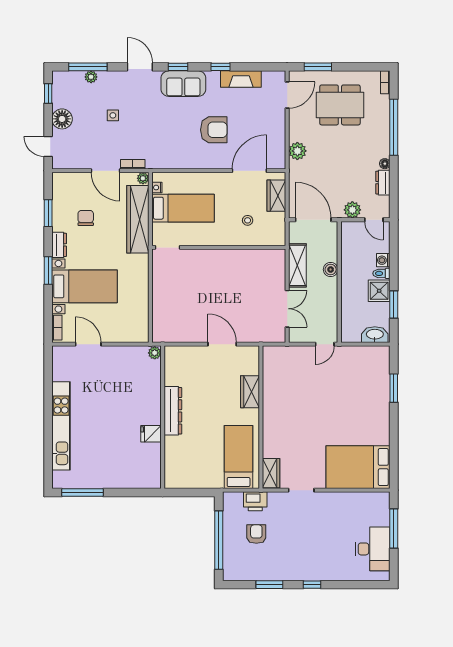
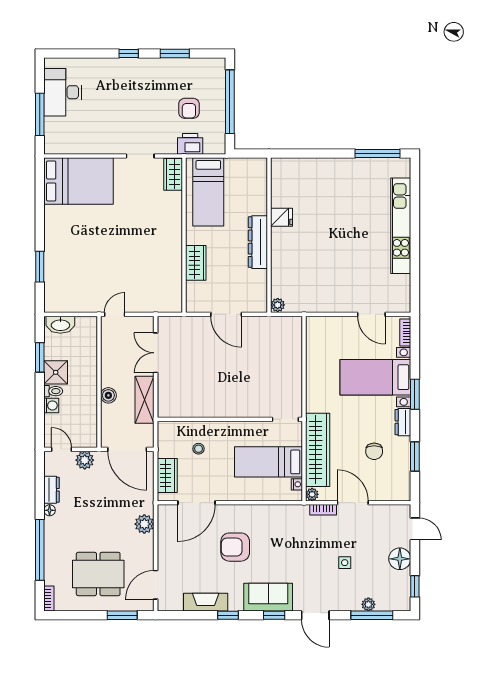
plant: (155, 353) -> (278, 305), moved
dresser: (173, 411) -> (258, 242), moved
wall: (163, 417) -> (269, 235), moved
fridge: (151, 434) -> (282, 217), moved

